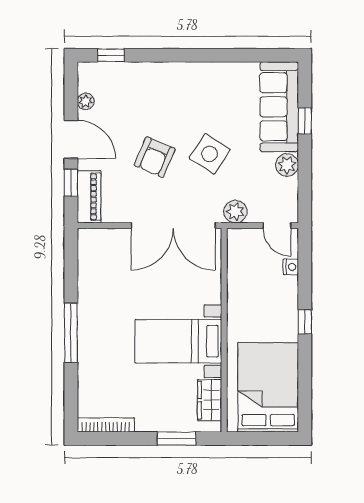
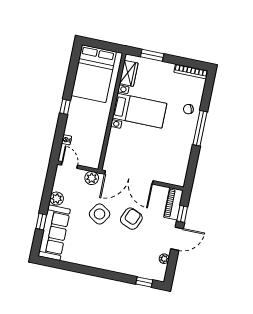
door: (71, 139) -> (177, 239), swing flipped
double door: (173, 226) -> (129, 177), swing flipped
chair: (97, 361) -> (188, 109), added

